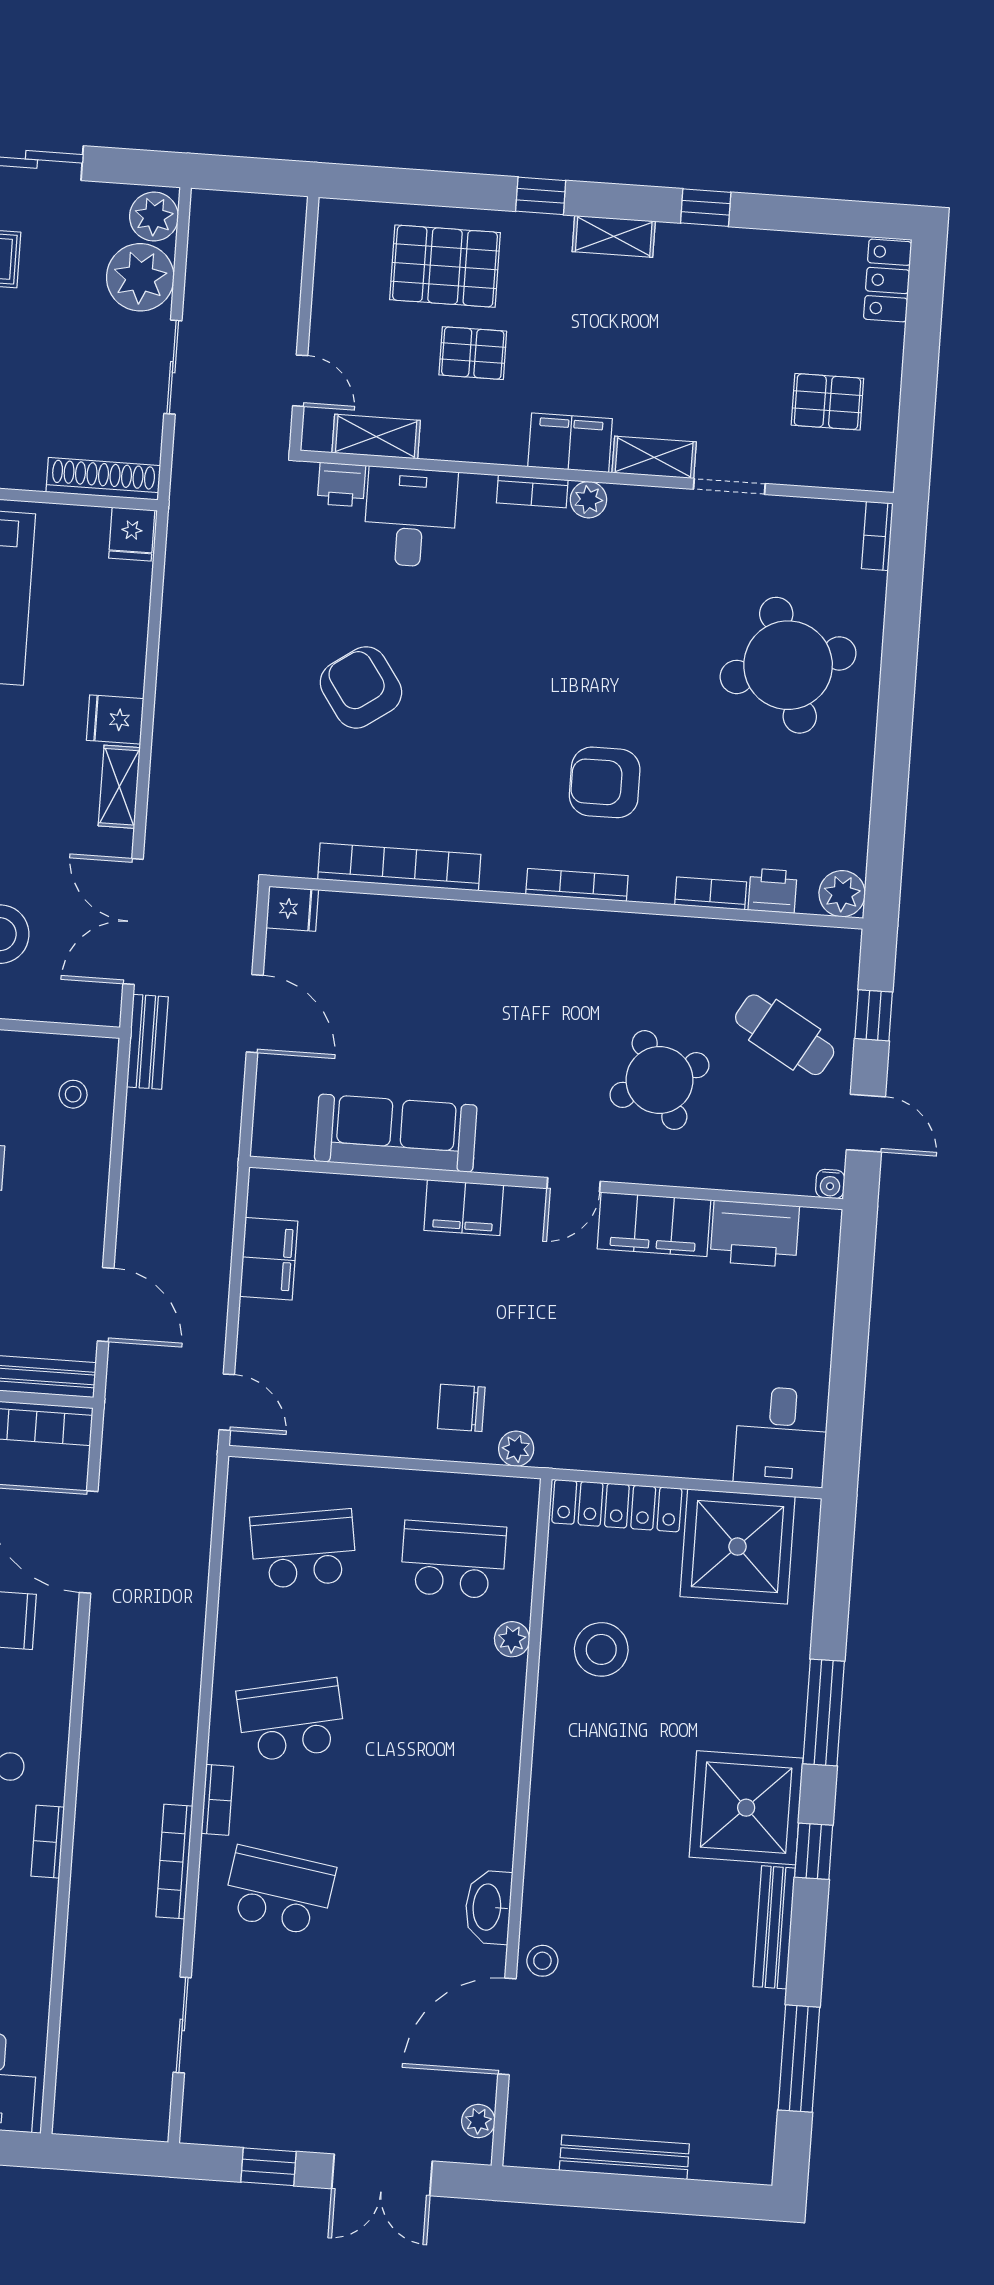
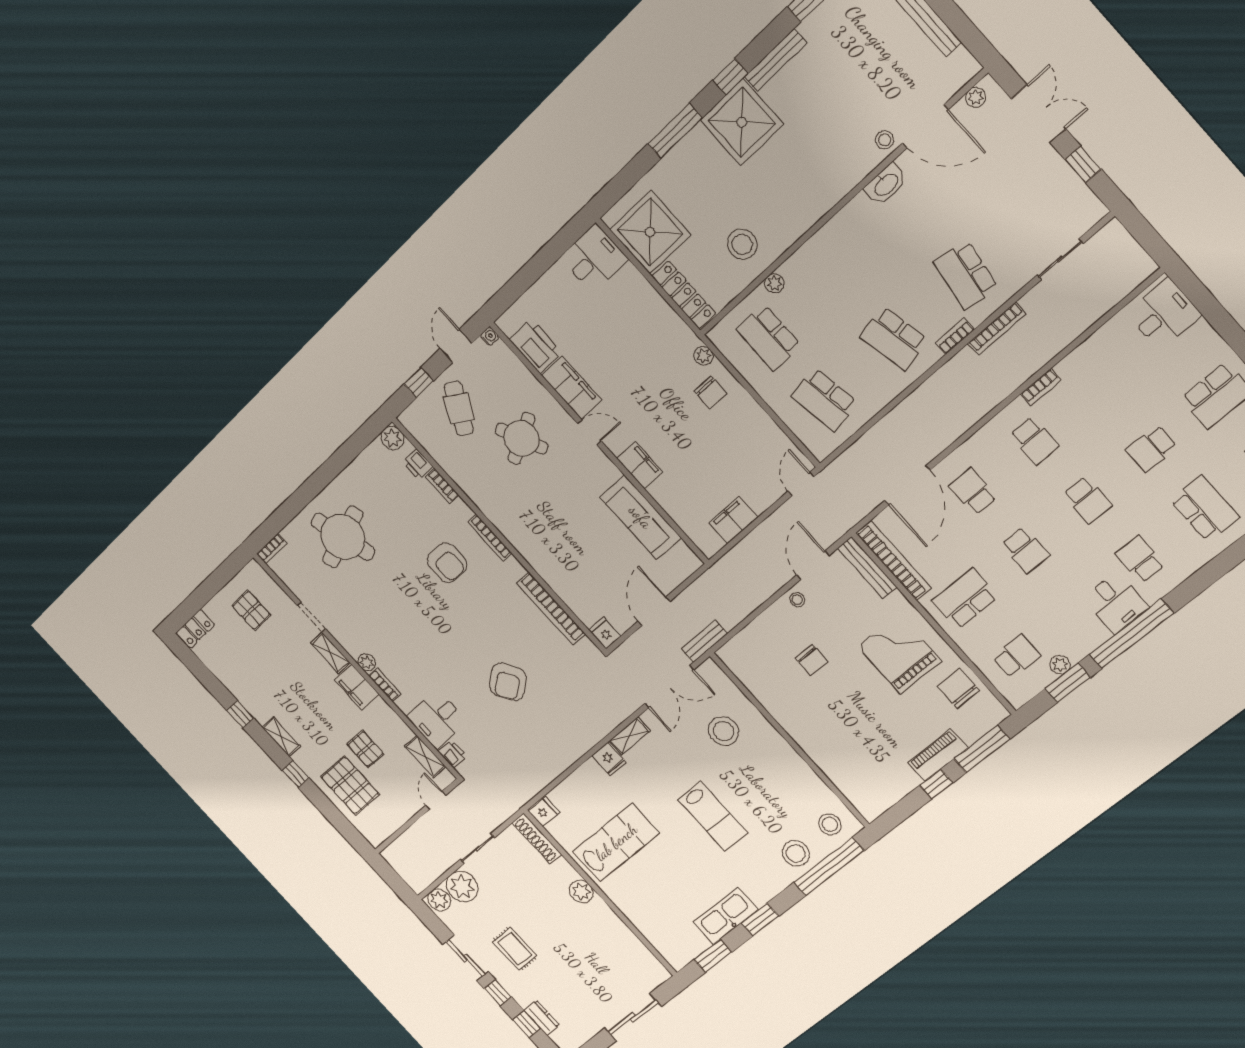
stool: (73, 1094) -> (797, 600), moved

